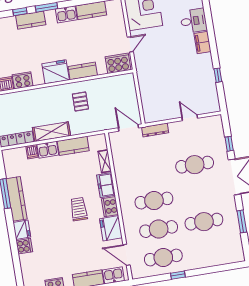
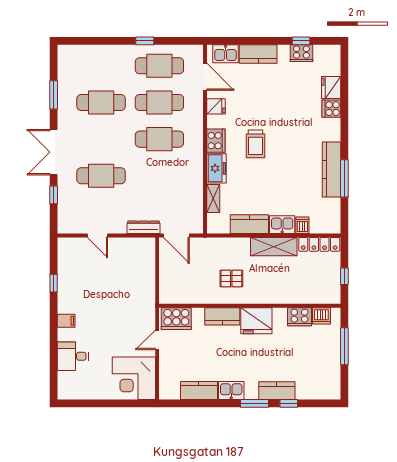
filing cabinet: (202, 42) -> (66, 321), width x0.50
pallet: (80, 101) -> (231, 278), turned 90
fridge: (111, 228) -> (216, 106), width x0.53, depth x0.75
fridge: (22, 230) -> (331, 88), moved

